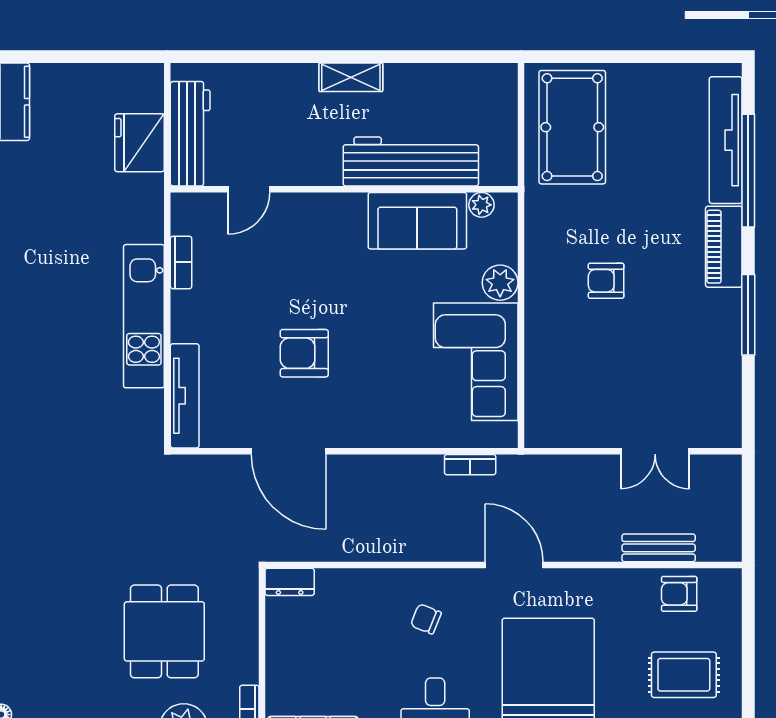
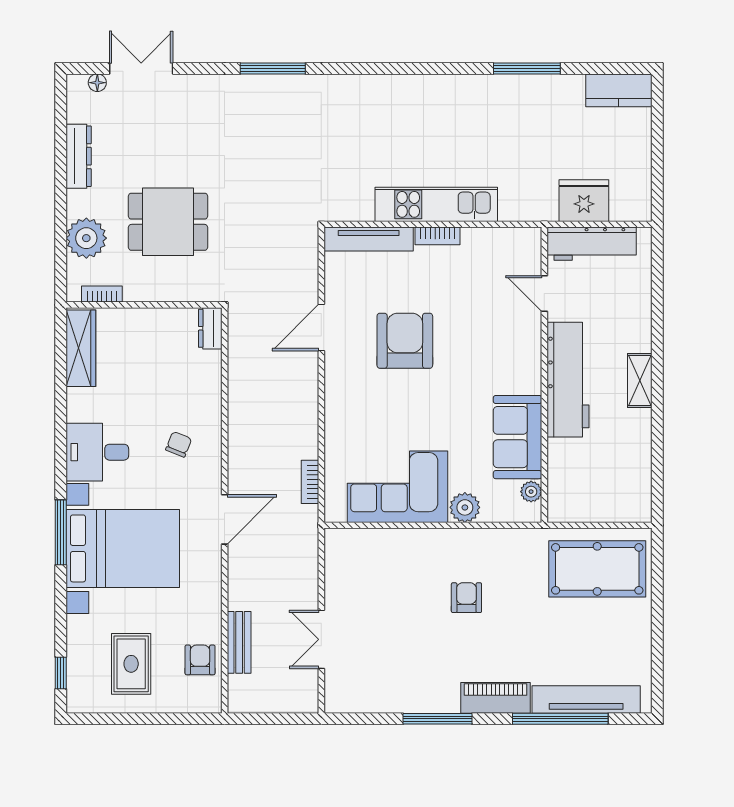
workbench: (411, 161) -> (568, 380), moved
bookcase: (181, 262) -> (438, 236), moved
armchair: (304, 353) -> (405, 341), width x1.36, depth x1.36
door: (289, 451) -> (321, 327), width x0.73

